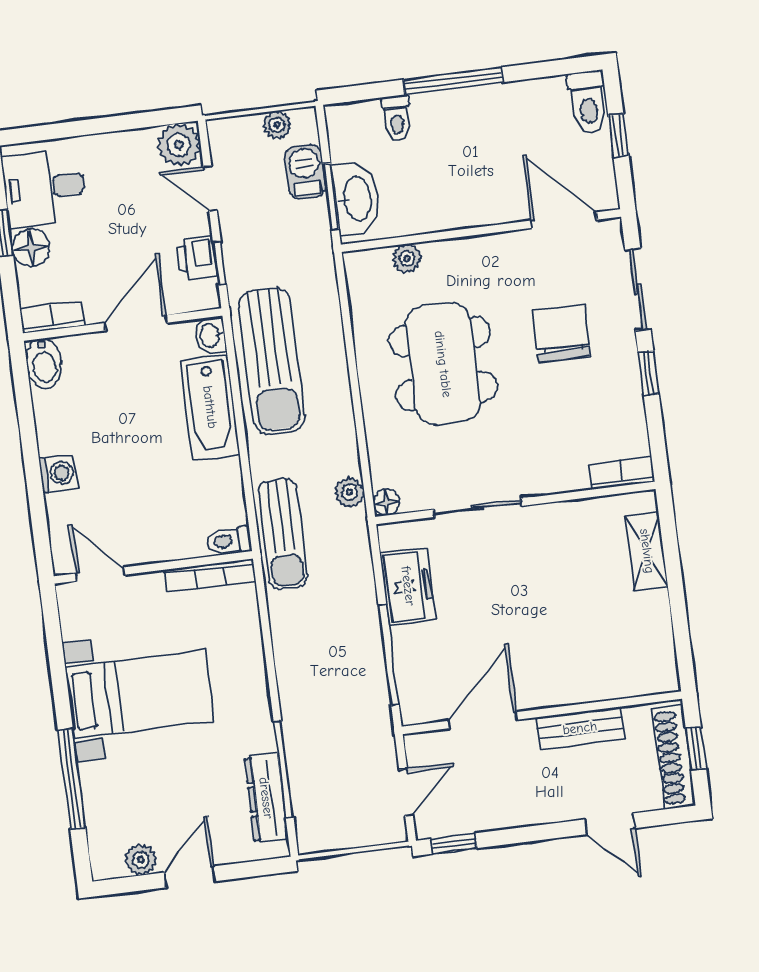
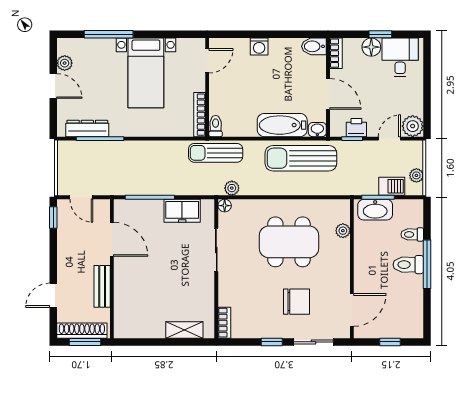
toilet: (588, 102) -> (408, 265), moved
window: (696, 748) -> (85, 342), width x1.50

